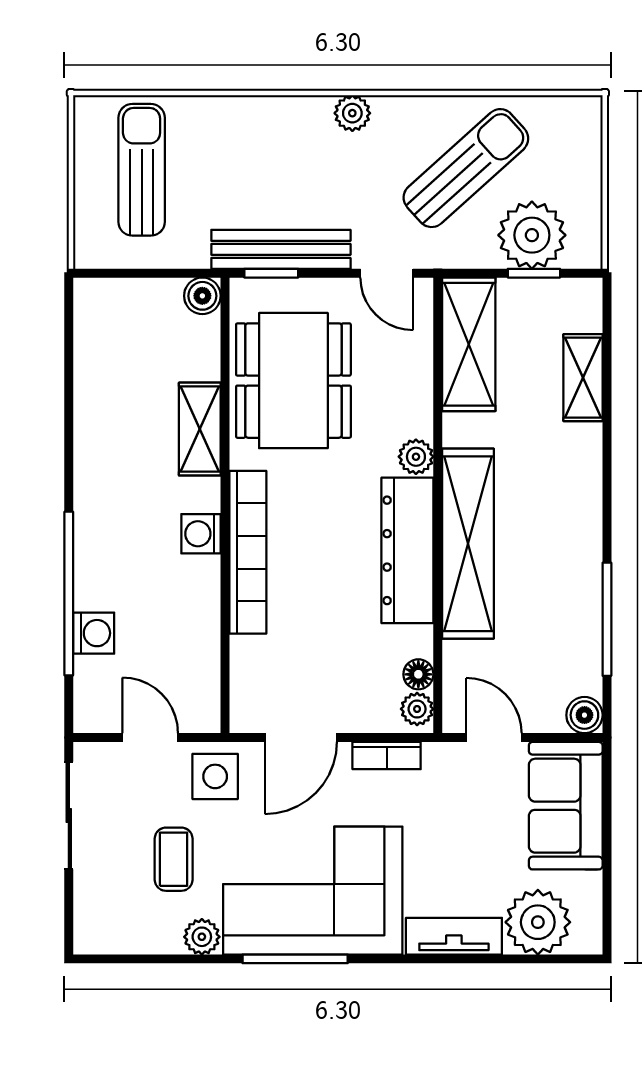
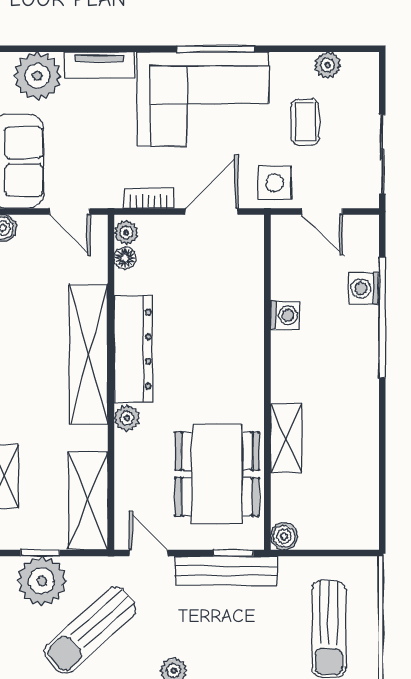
washing machine: (201, 534) -> (285, 315), moved
bookcase: (248, 552) -> (251, 348), removed
plant: (202, 937) -> (328, 65), moved

